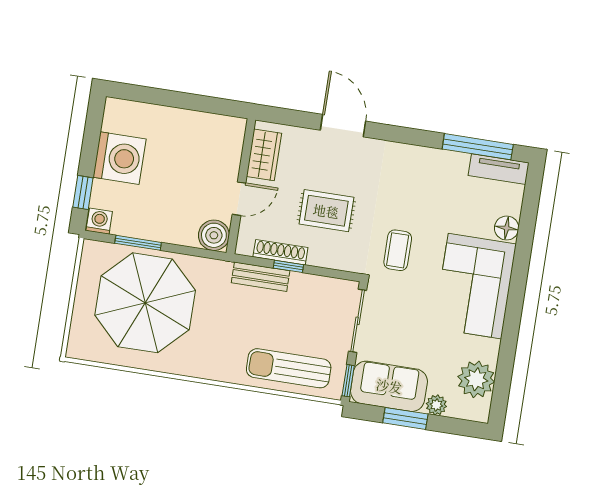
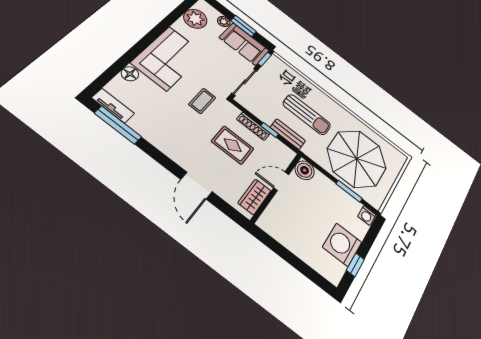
window: (83, 193) -> (355, 265), moved
shoe rack: (280, 252) -> (253, 126), moved
sun lounger: (289, 368) -> (307, 115), moved

